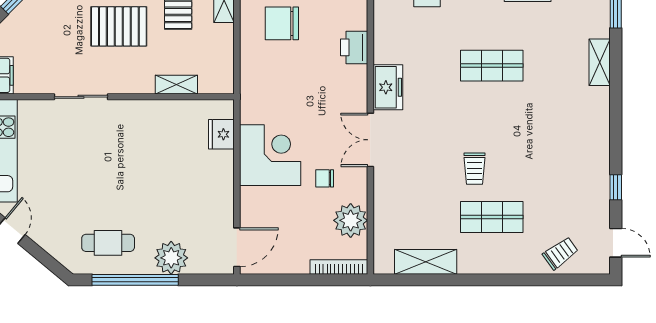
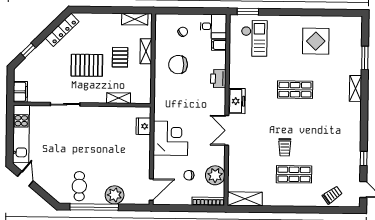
chair: (325, 178) -> (189, 175), moved
cafe table: (108, 243) -> (79, 186), turned 90
shelving: (426, 262) -> (245, 199), moved

